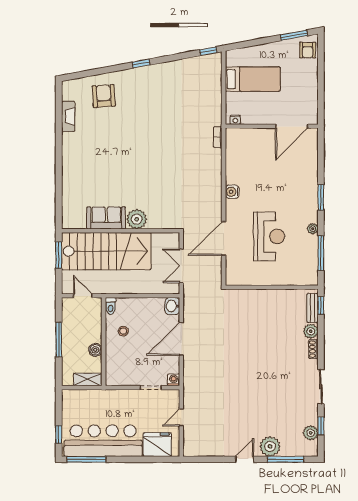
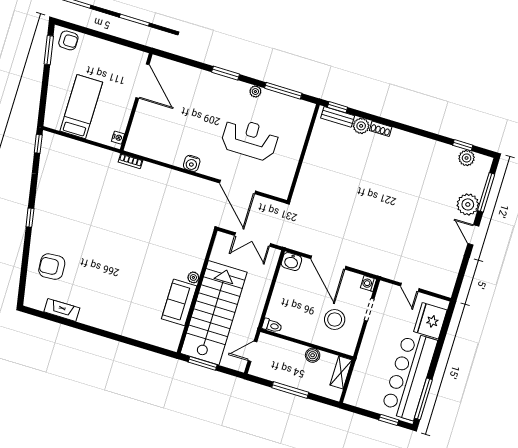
plant: (137, 219) -> (193, 277), width x0.53, depth x0.53
stool: (123, 331) -> (335, 320), moved, width x1.89, depth x1.89
sliding door: (321, 387) -> (422, 133), removed

